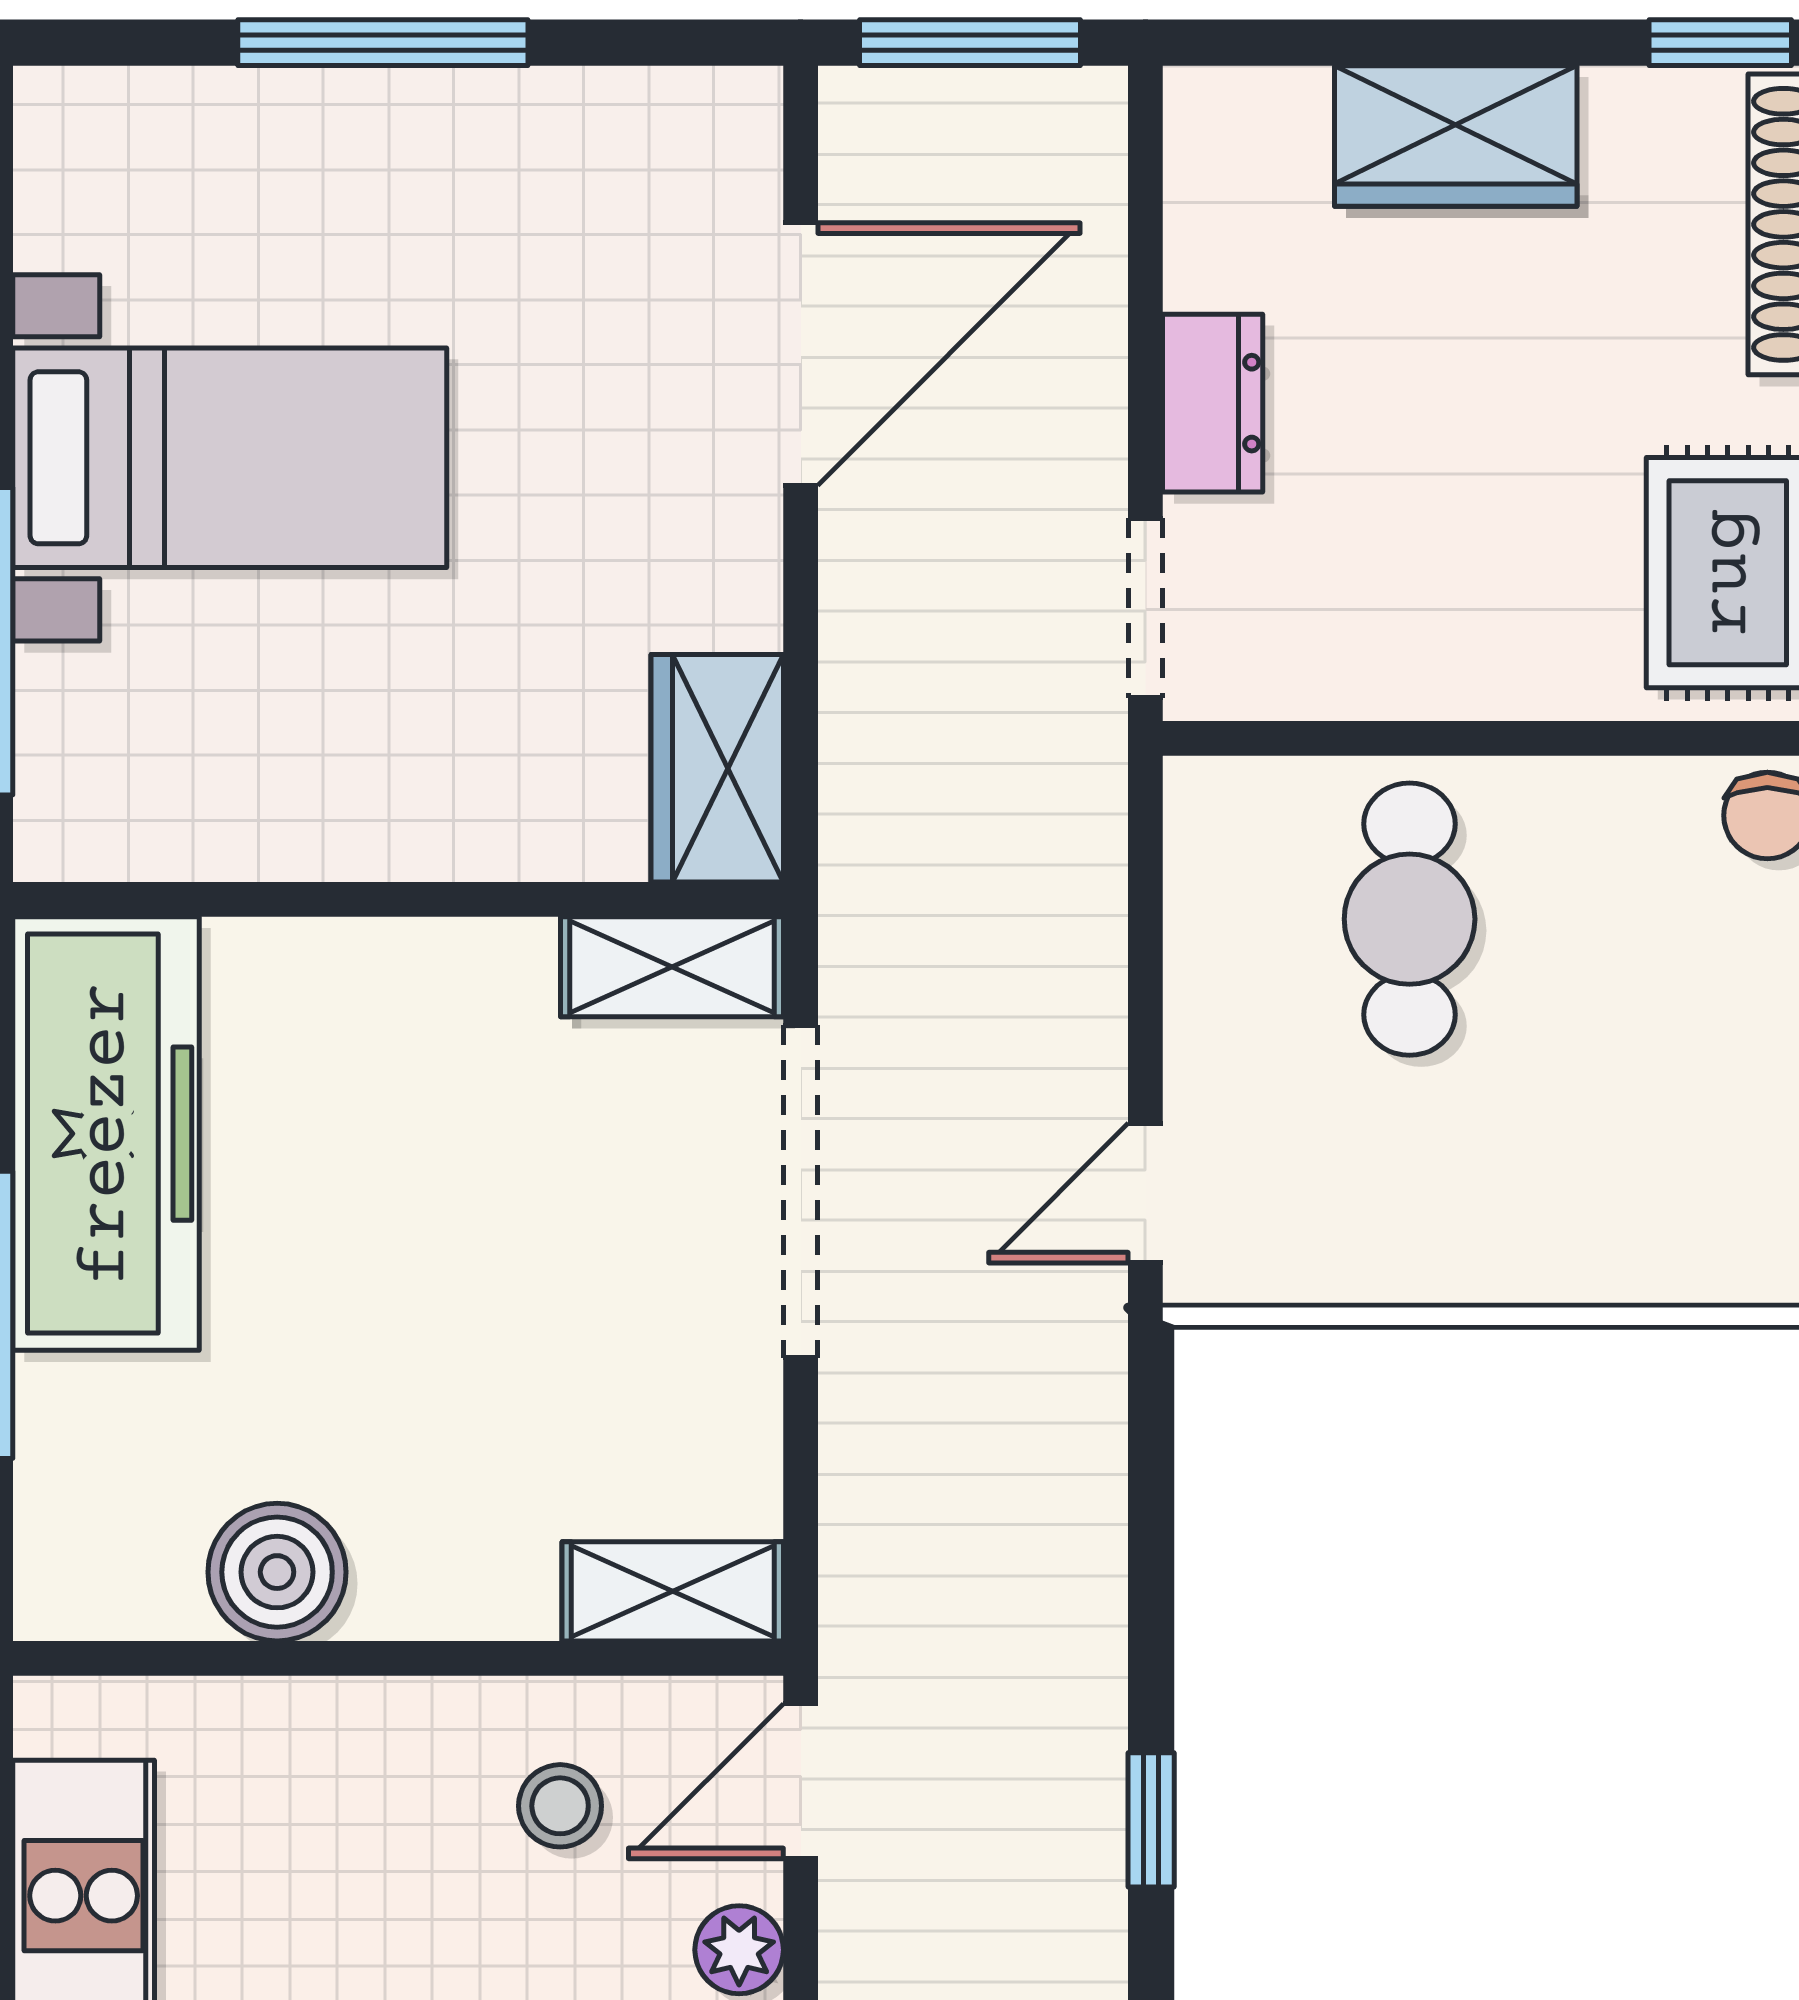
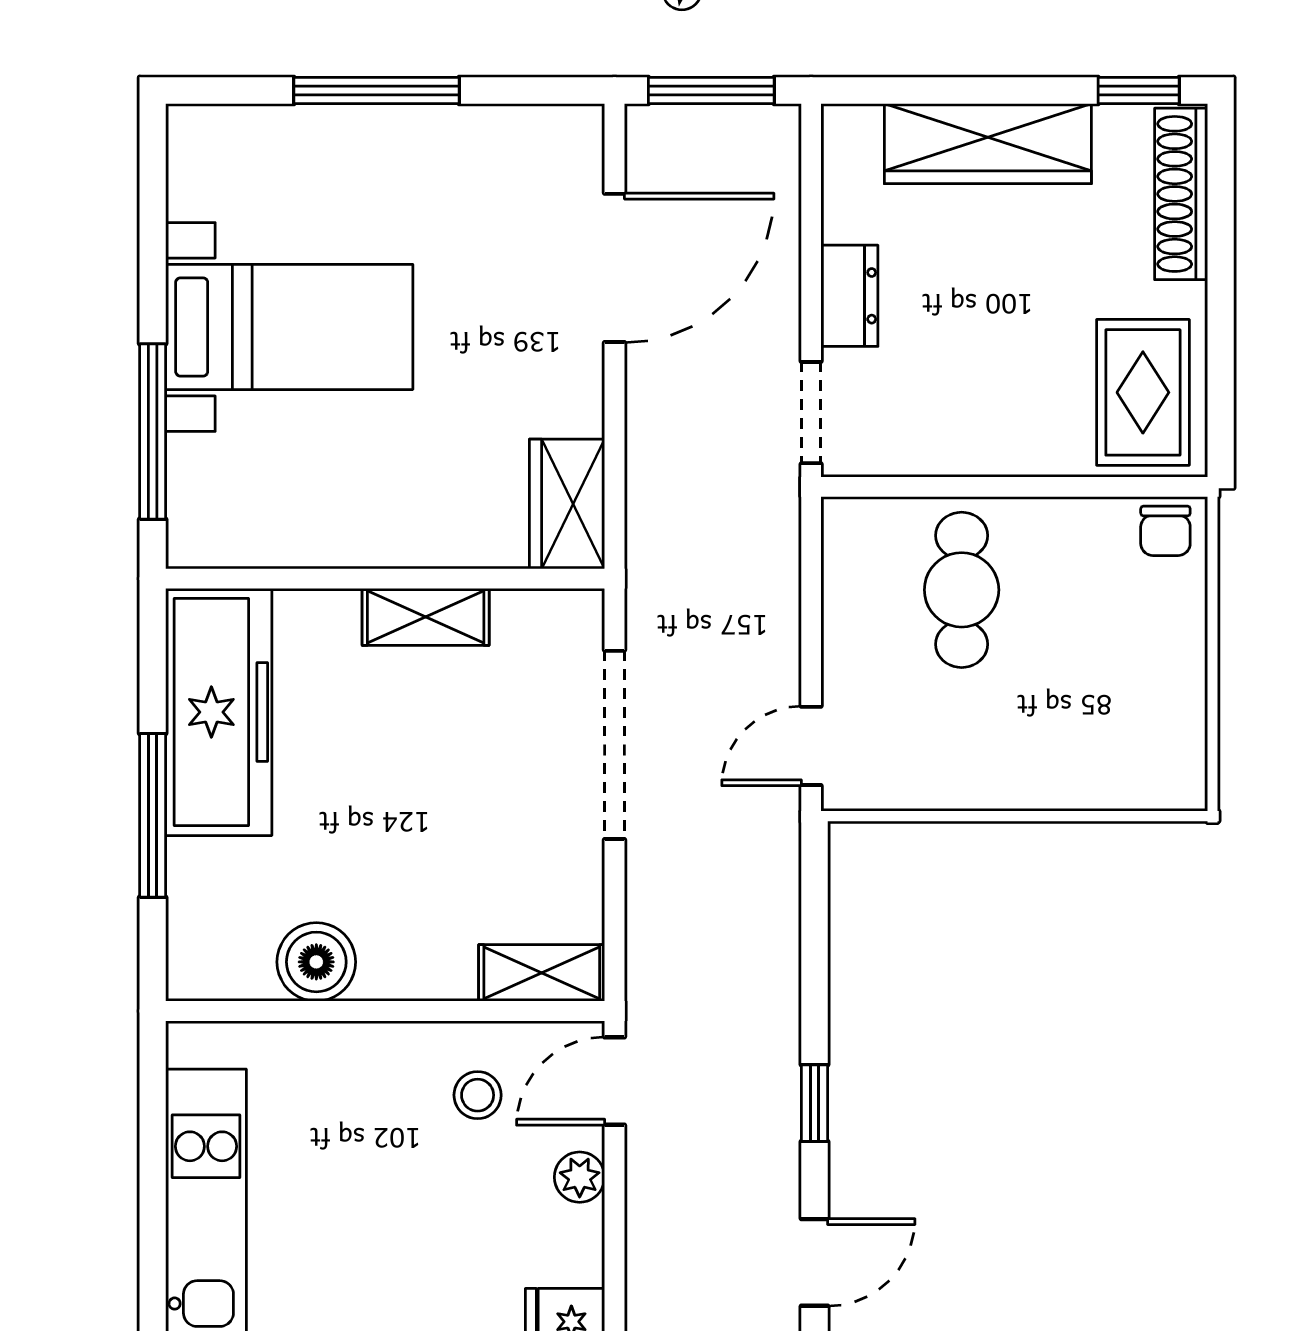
wardrobe: (1456, 136) -> (988, 144), width x1.50
shelving: (672, 967) -> (426, 617), moved

